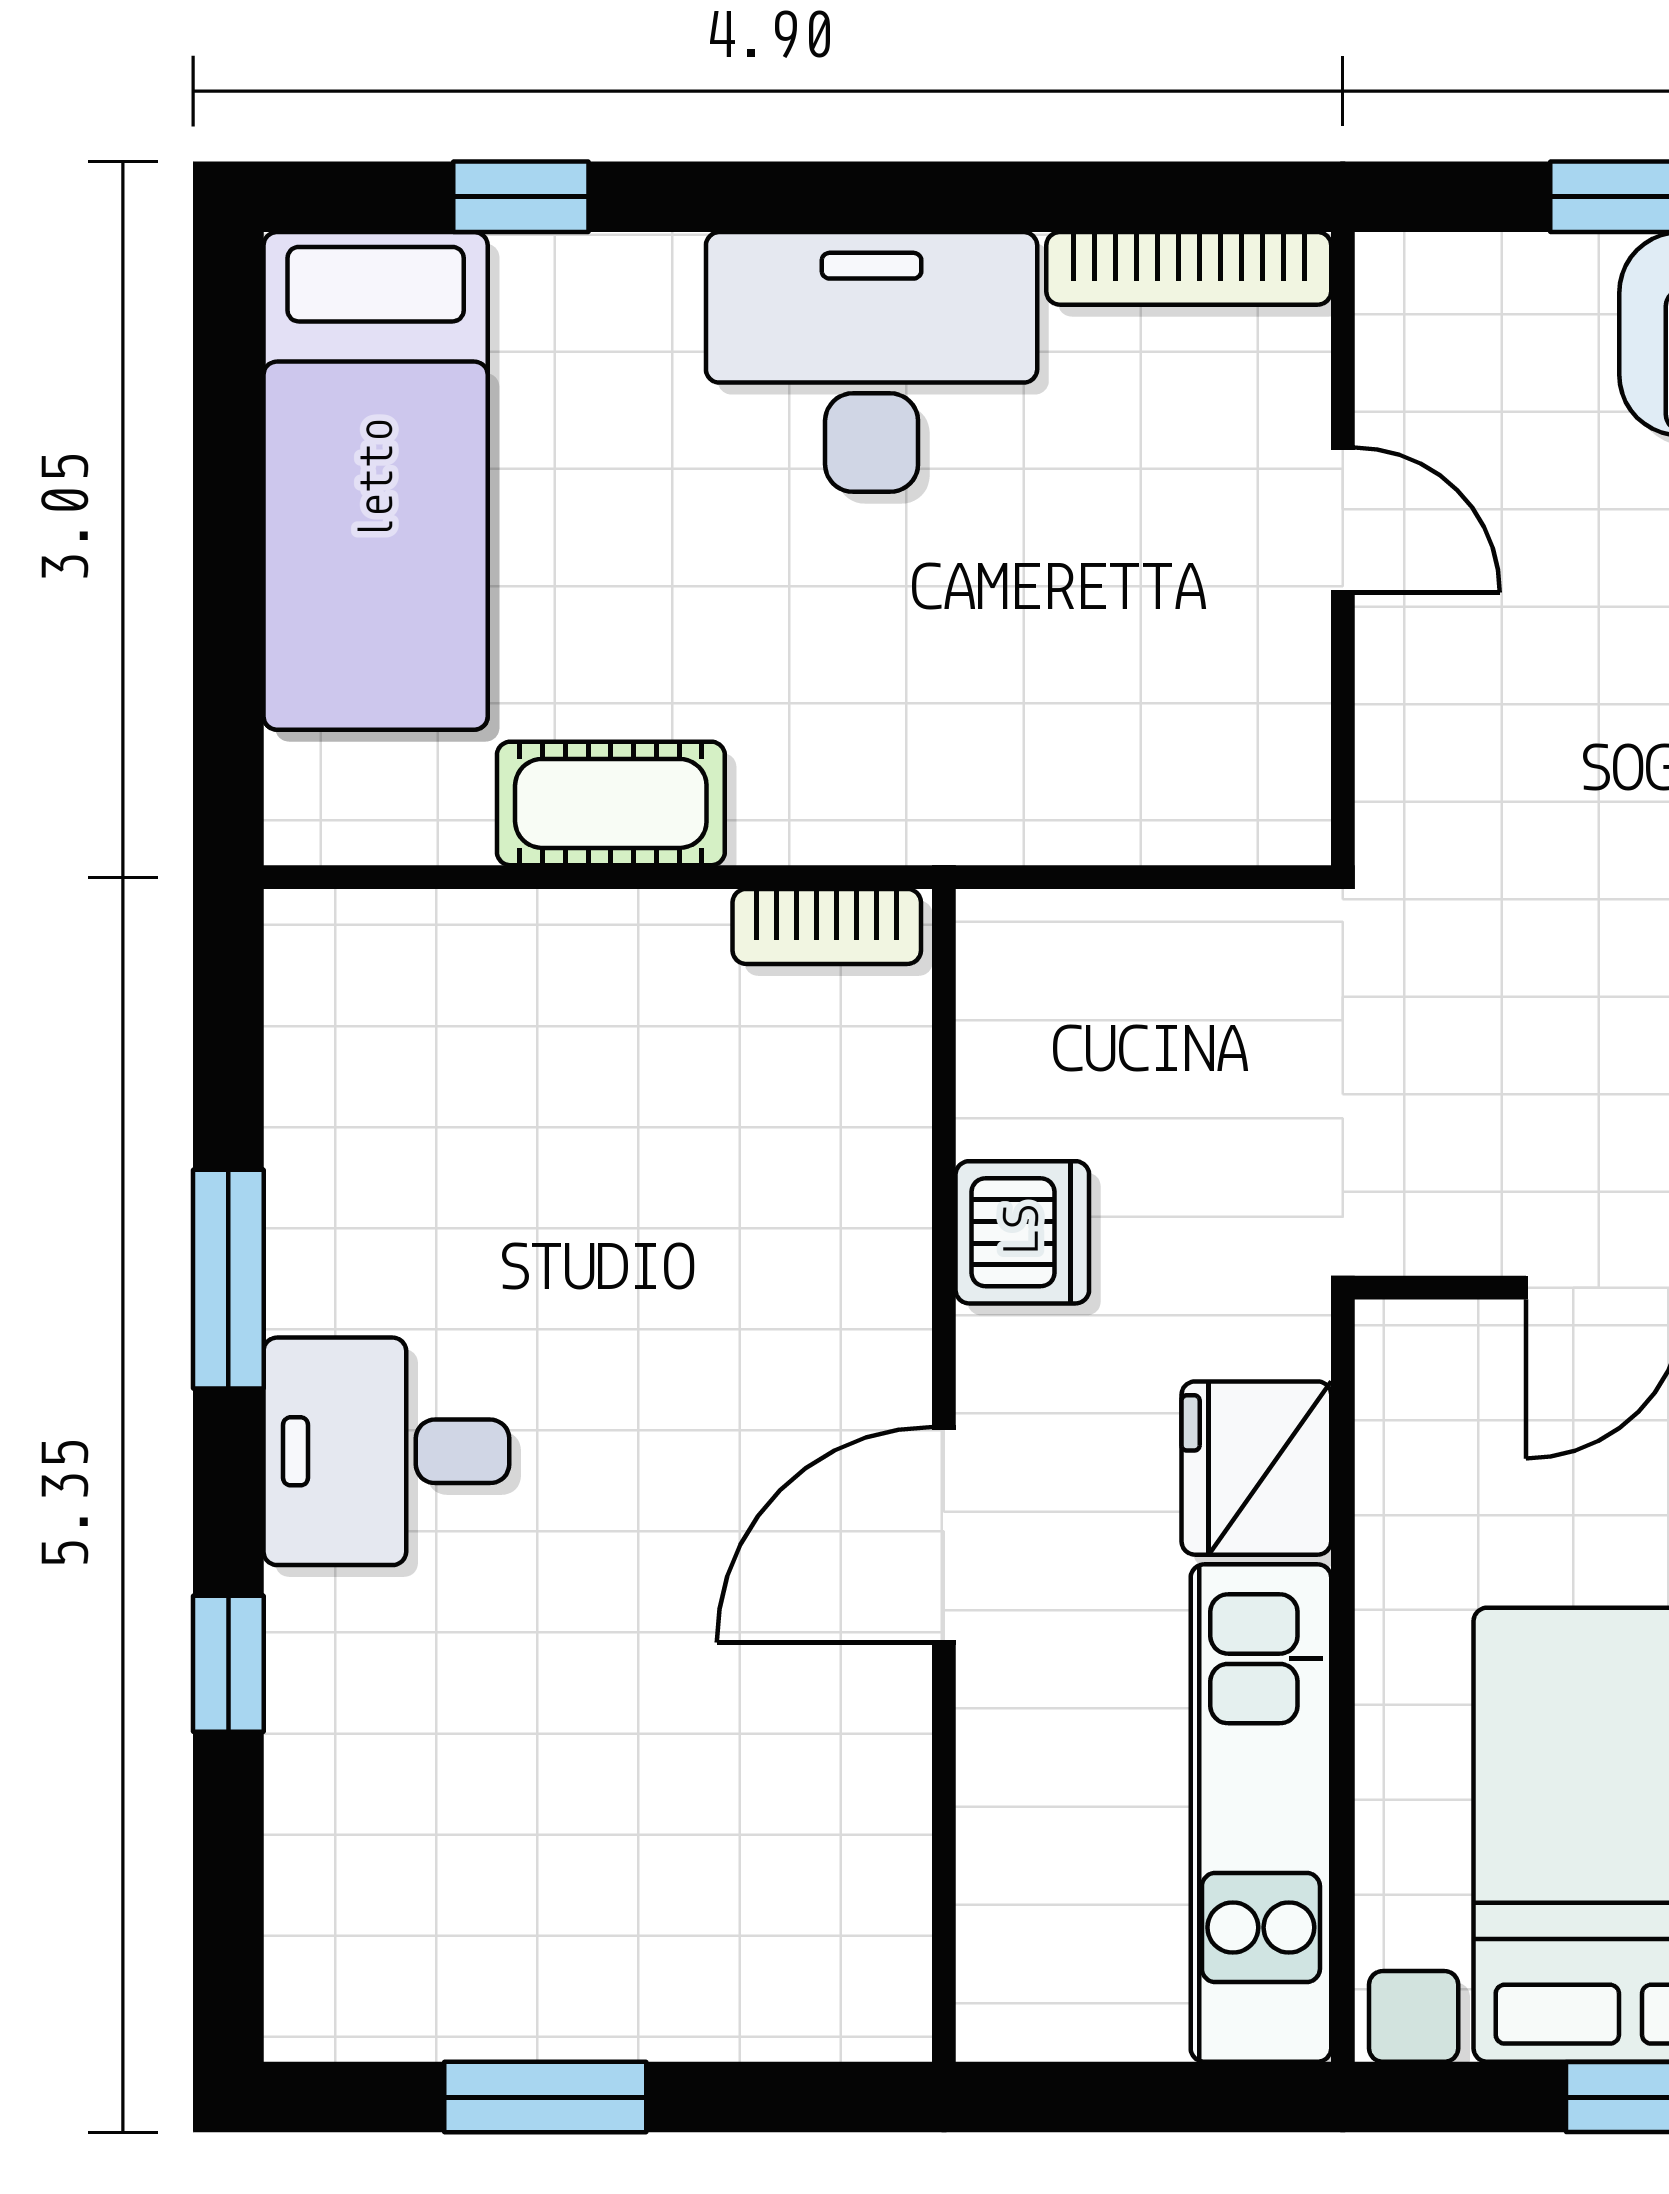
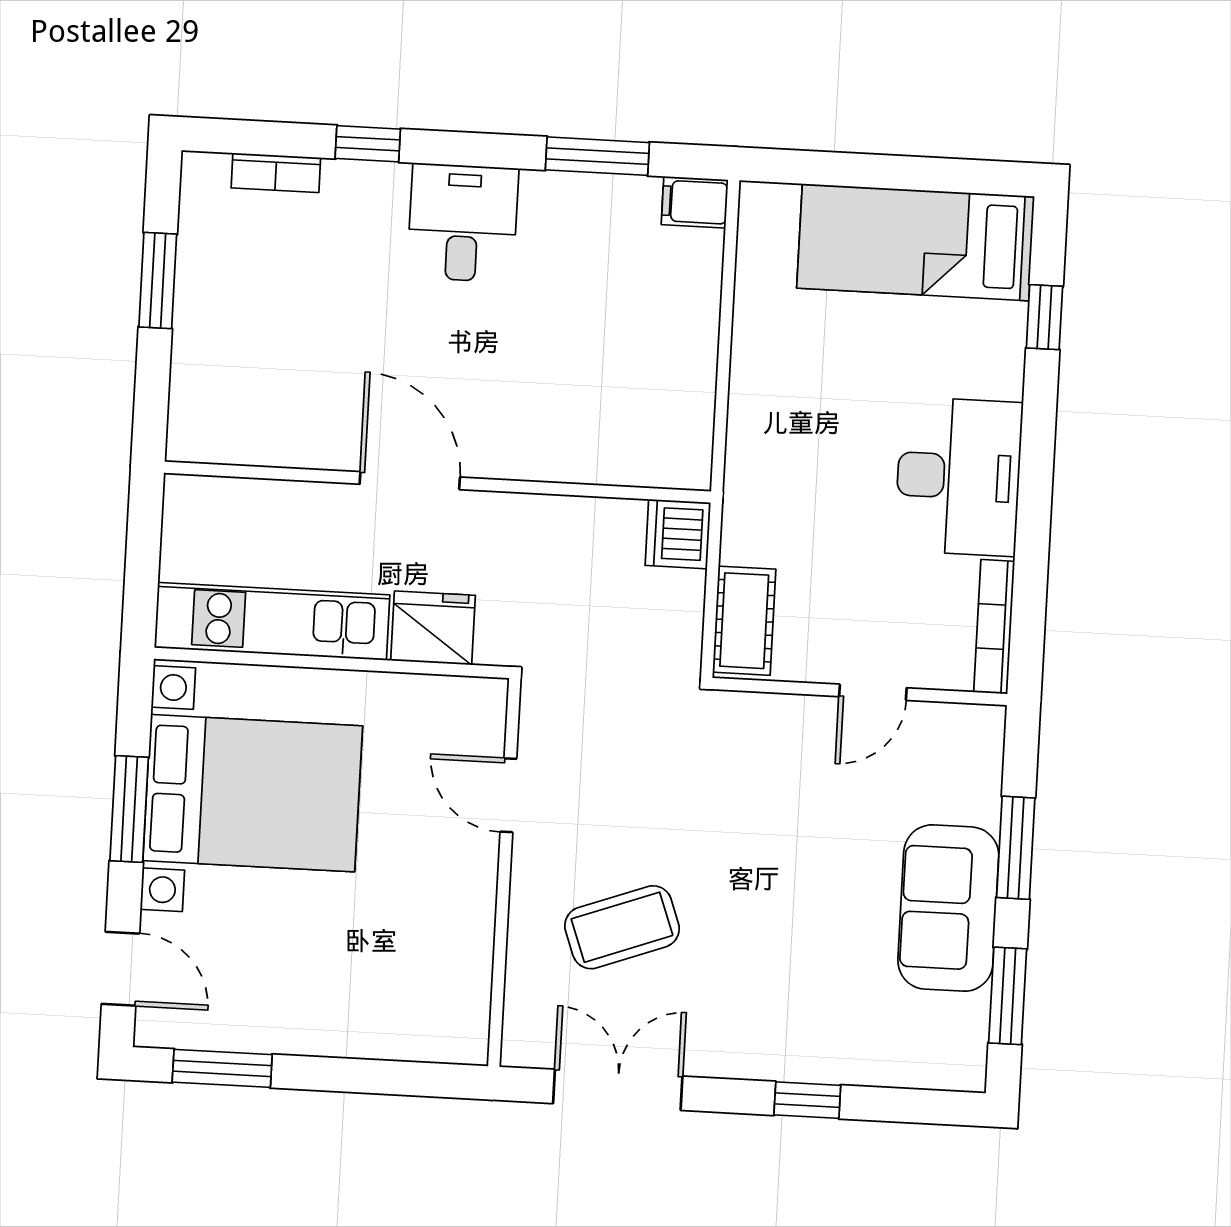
cot: (611, 803) -> (744, 621), moved
bookcase: (827, 926) -> (276, 173), moved, turned -90
filing cabinet: (315, 958) -> (695, 202), added
dishwasher: (1022, 1232) -> (678, 534), moved, turned 90
window: (228, 1279) -> (597, 156), moved

